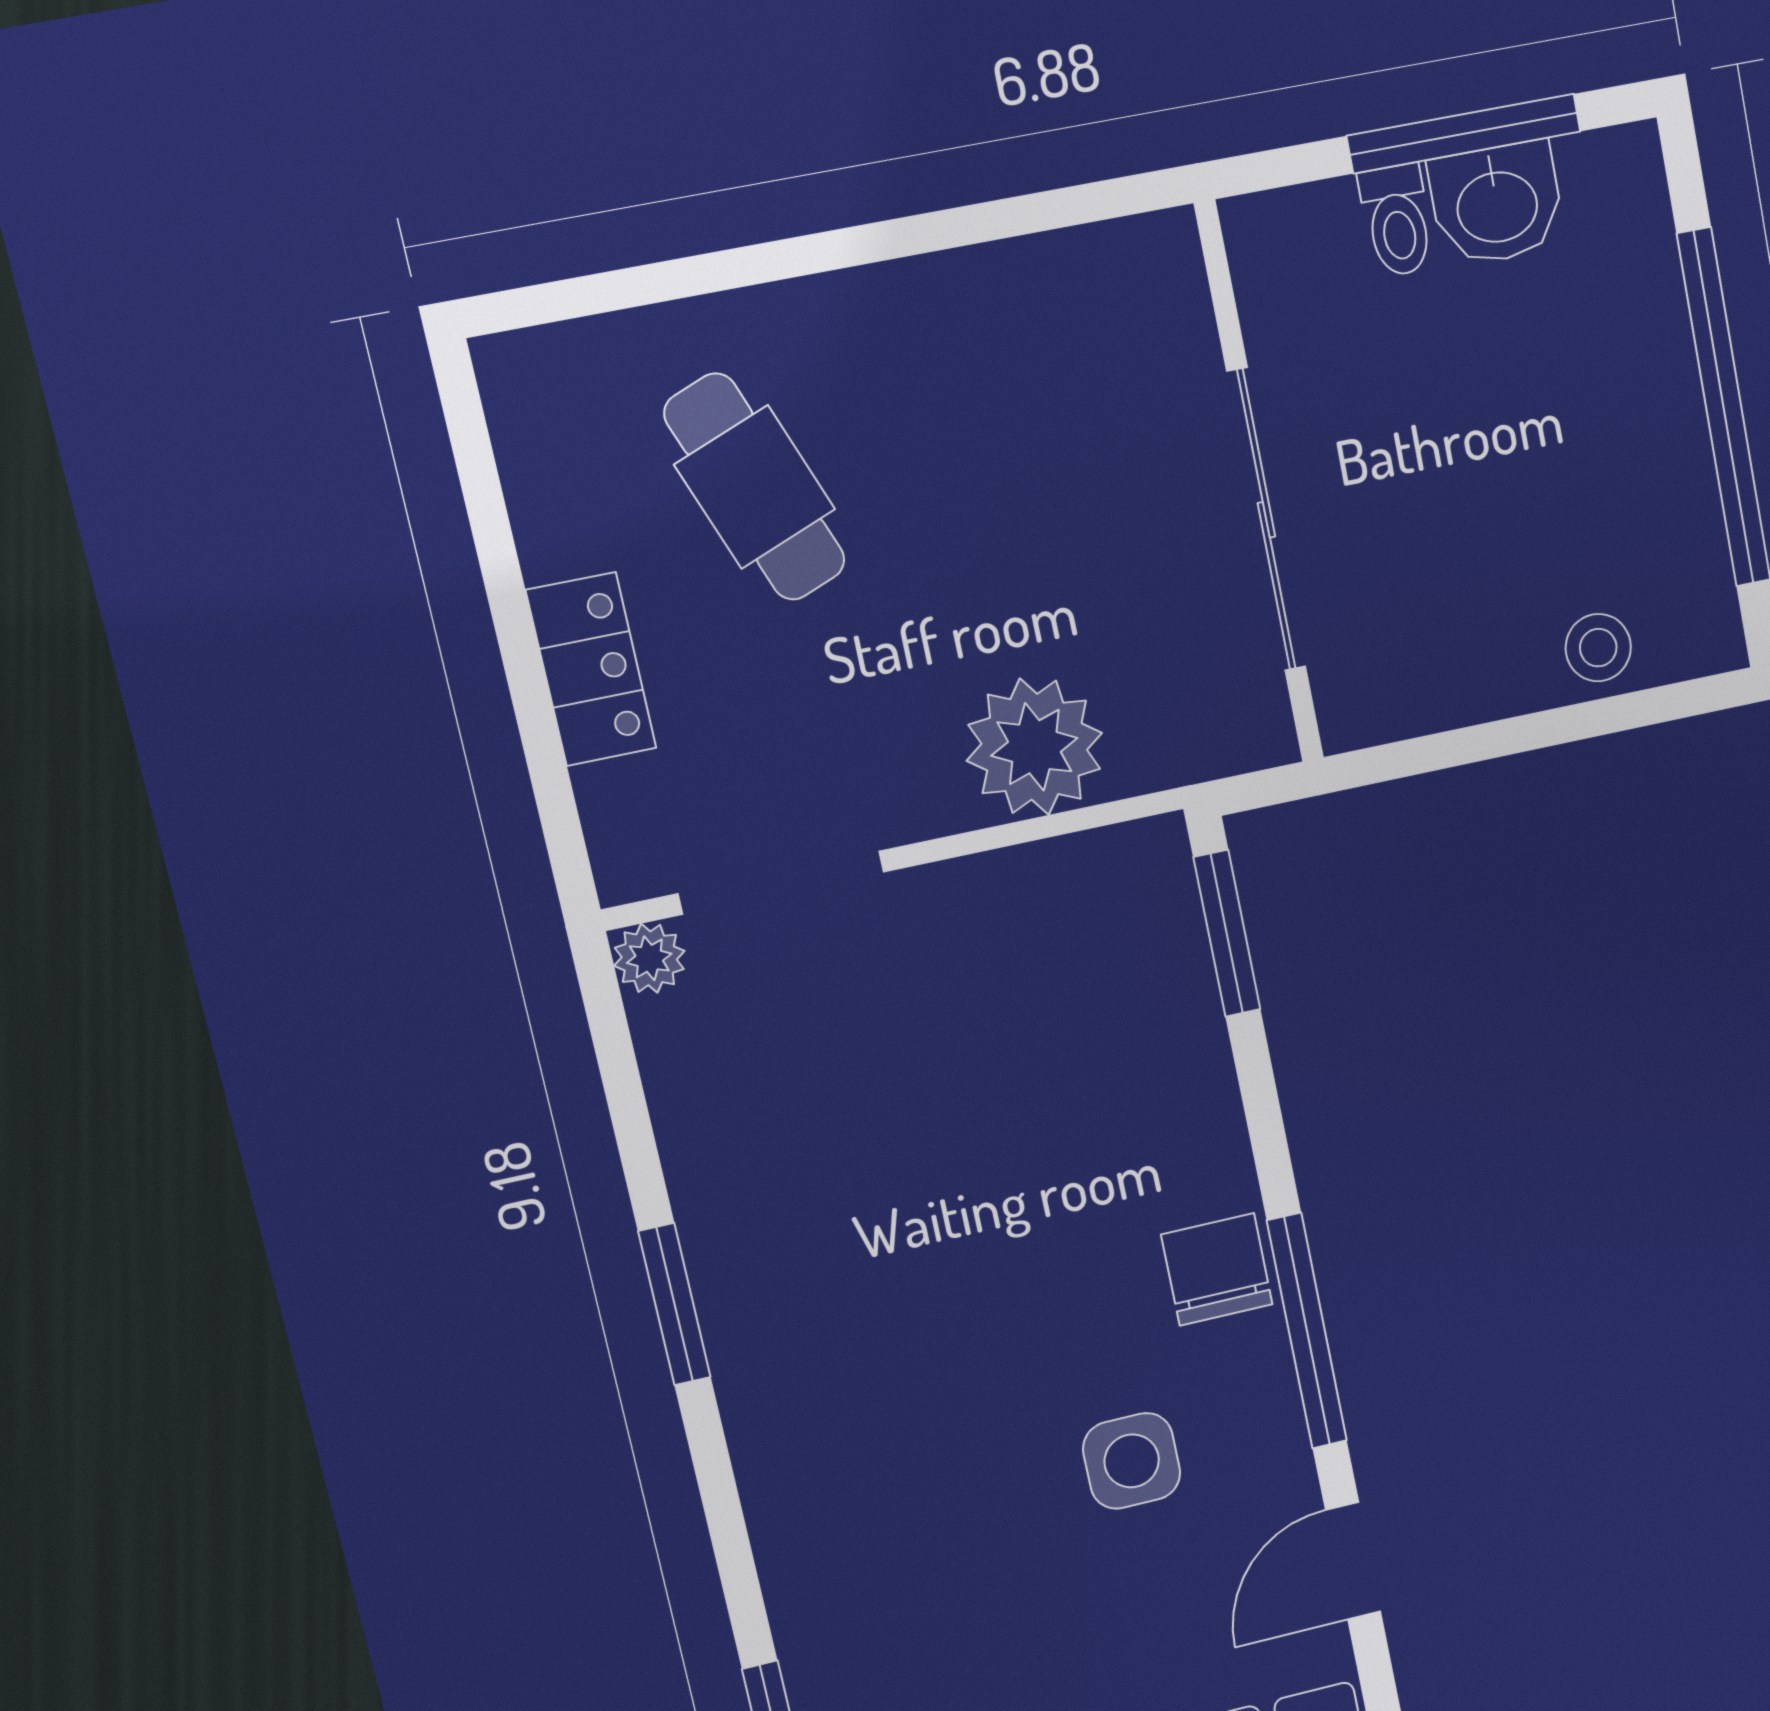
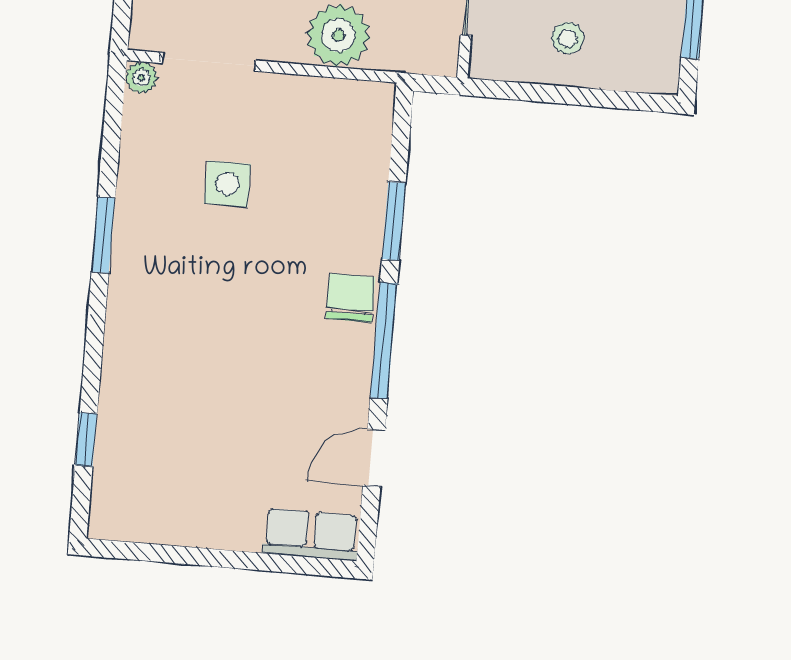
stool: (1598, 648) -> (568, 38), moved
window: (1227, 933) -> (394, 221), moved
side table: (1132, 1461) -> (227, 184), moved

